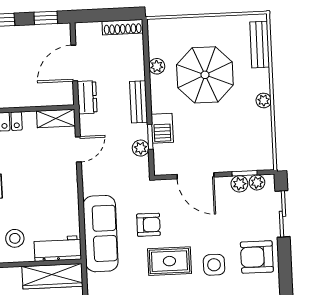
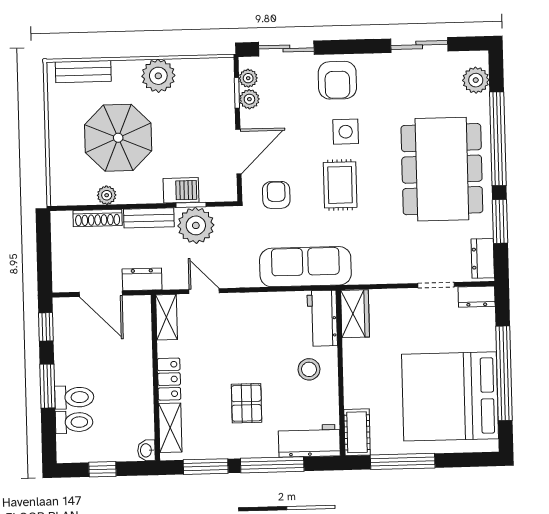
shoe rack: (123, 27) -> (98, 218), moved, turned 90
plant: (264, 100) -> (158, 76), width x1.88, depth x1.88
plant: (141, 148) -> (196, 225), width x1.87, depth x1.87
armchair: (148, 225) -> (276, 195), moved
wardrobe: (52, 276) -> (355, 314), width x0.67

